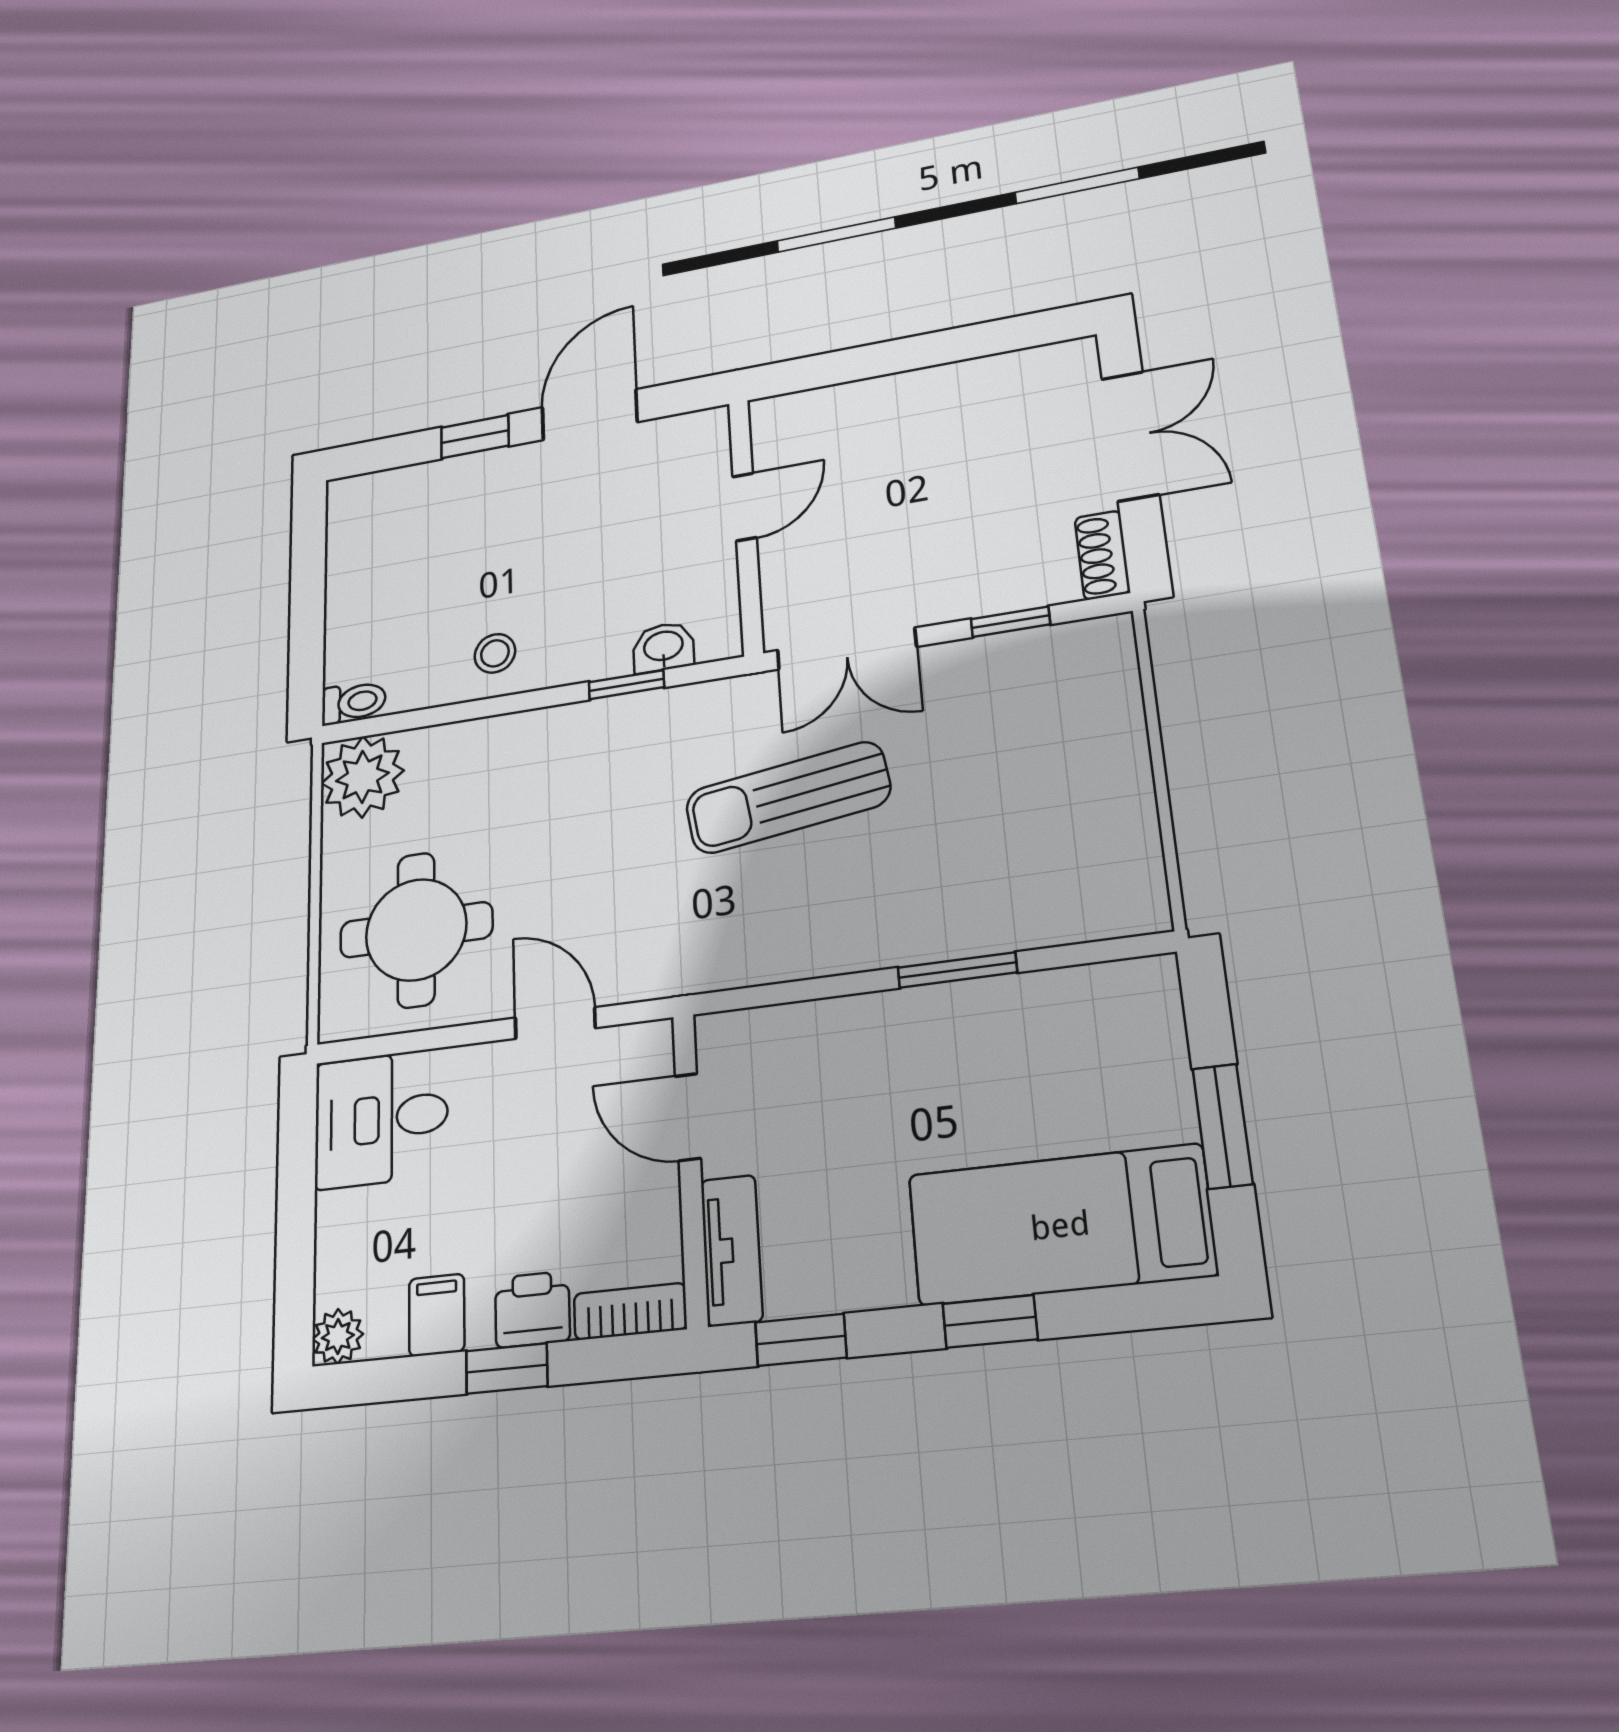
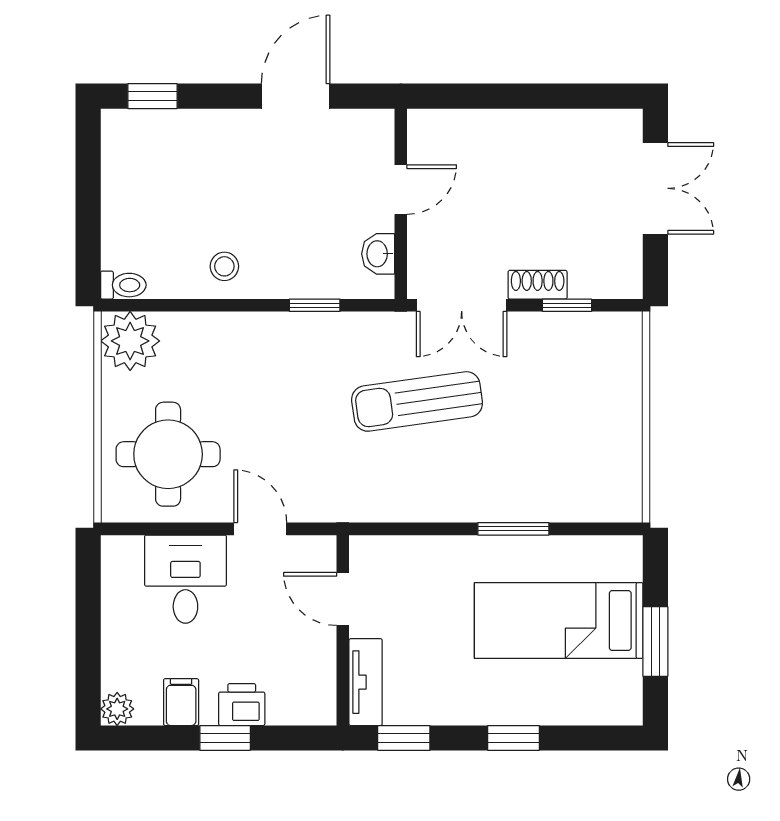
window: (475, 437) -> (152, 96), moved
shoe rack: (1102, 555) -> (538, 285), moved, turned 90
washbasin: (663, 647) -> (378, 254), moved, turned -90
desk: (381, 1119) -> (185, 579), moved, turned 90
bed: (1060, 1225) -> (559, 621), moved
bookcase: (630, 1312) -> (302, 712), removed

